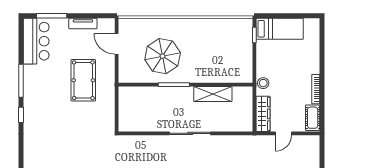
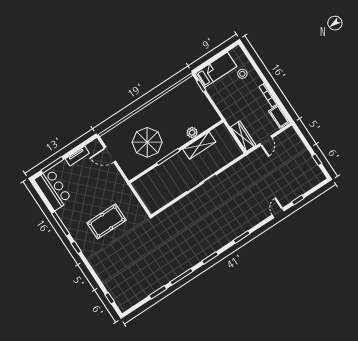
plant: (214, 76) -> (192, 133), added
pool table: (83, 80) -> (107, 221), moved, turned 90
stool: (263, 83) -> (242, 74), moved

